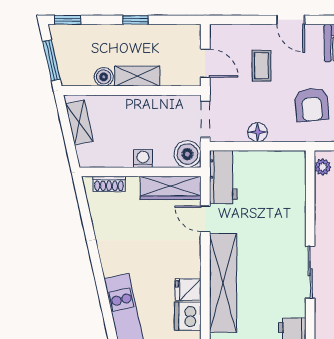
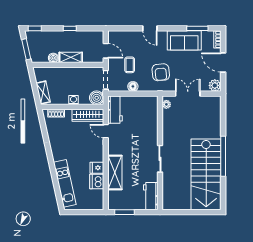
coffee table: (261, 66) -> (130, 65), moved
shelving: (79, 123) -> (43, 93), moved
shelving: (223, 283) -> (115, 173), width x0.68

